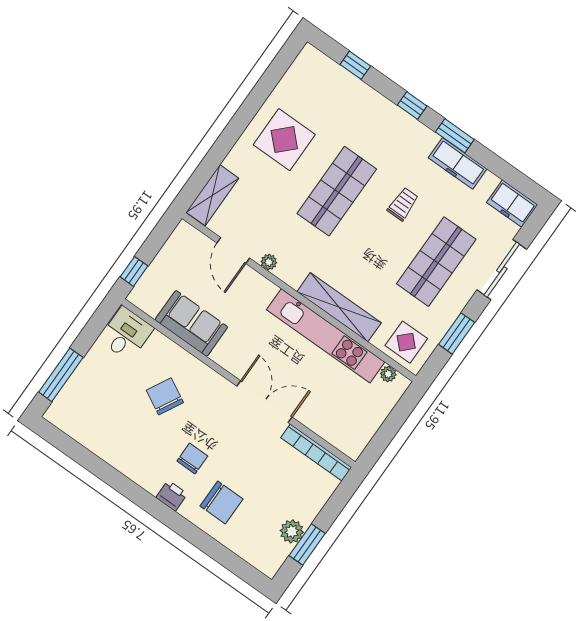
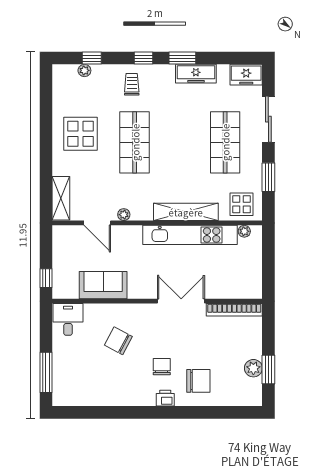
plant: (338, 73) -> (84, 70), added
trolley: (403, 204) -> (132, 84), moved

